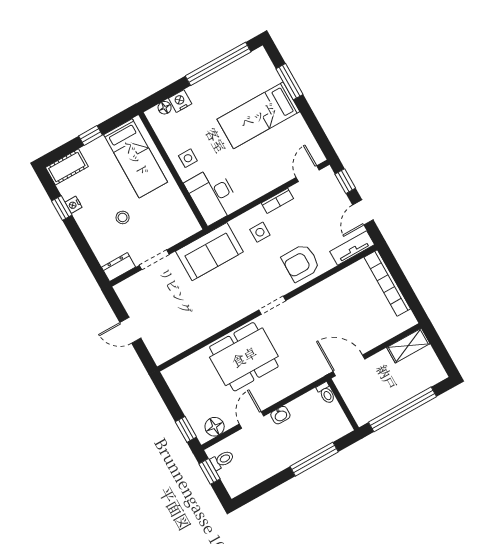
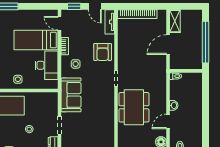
bed: (258, 115) -> (36, 40), moved, turned 90
desk: (212, 195) -> (47, 65), moved, turned -90
door: (349, 365) -> (168, 45), moved
door: (252, 420) -> (168, 121), hinge flipped
window: (314, 459) -> (205, 101), removed

